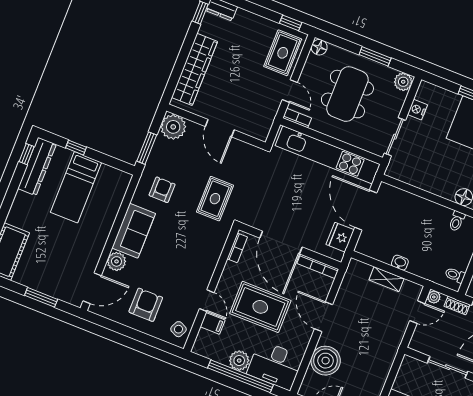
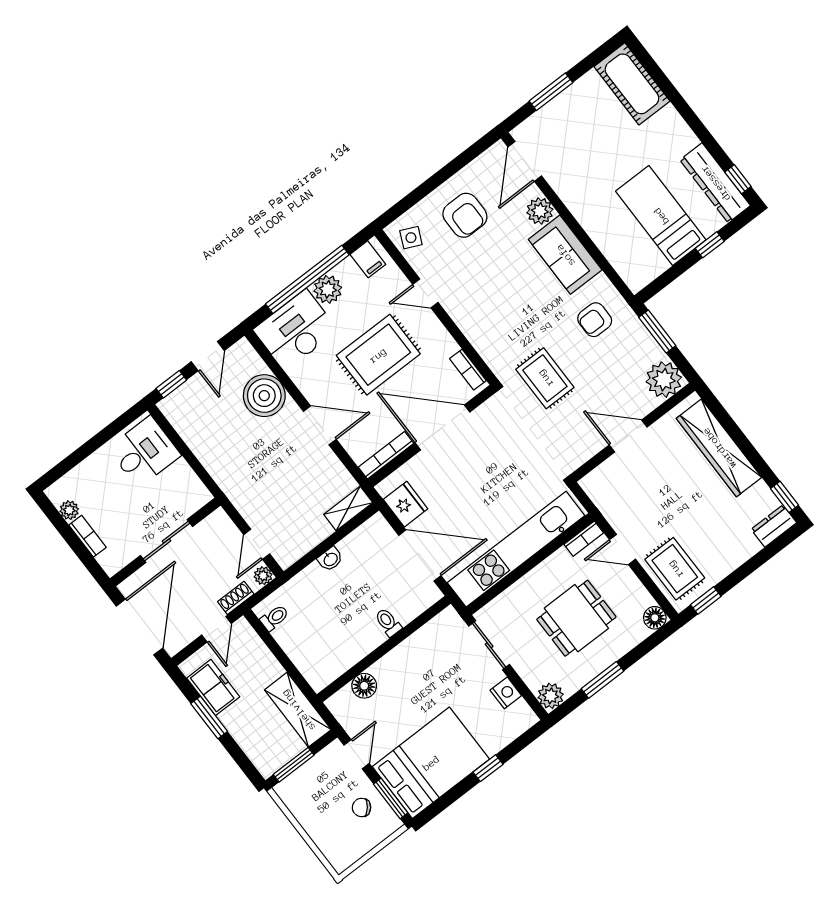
dining table: (347, 94) -> (576, 618), width x0.73
armchair: (162, 190) -> (595, 320), turned 90
toilet: (457, 221) -> (388, 622), moved
shelving: (387, 279) -> (348, 509), moved
filing cabinet: (213, 323) -> (368, 259), moved, turned -90

